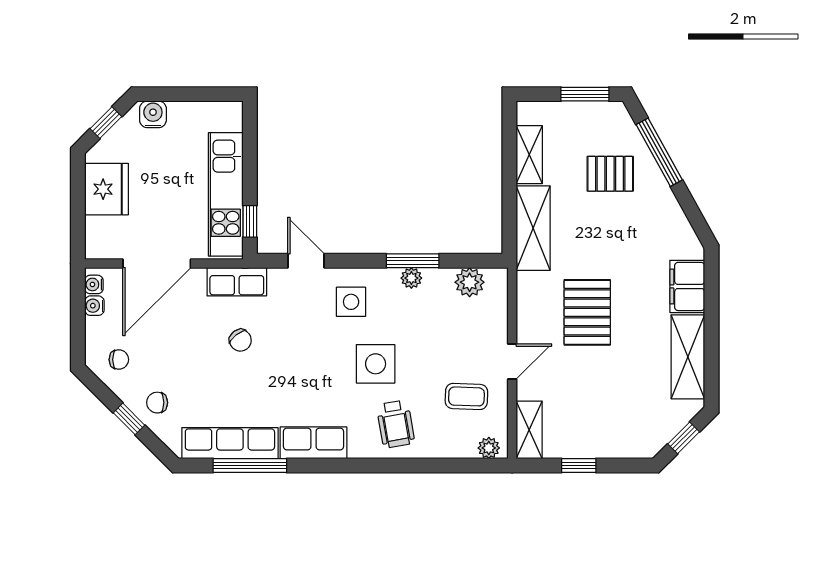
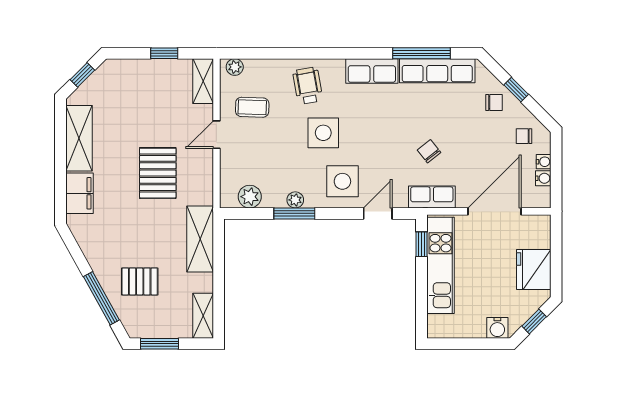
shelving: (529, 155) -> (203, 316), moved
door: (306, 261) -> (378, 213), swing flipped
water cooler: (94, 284) -> (544, 162), moved
side table: (351, 302) -> (342, 181), width x1.37, depth x1.37

